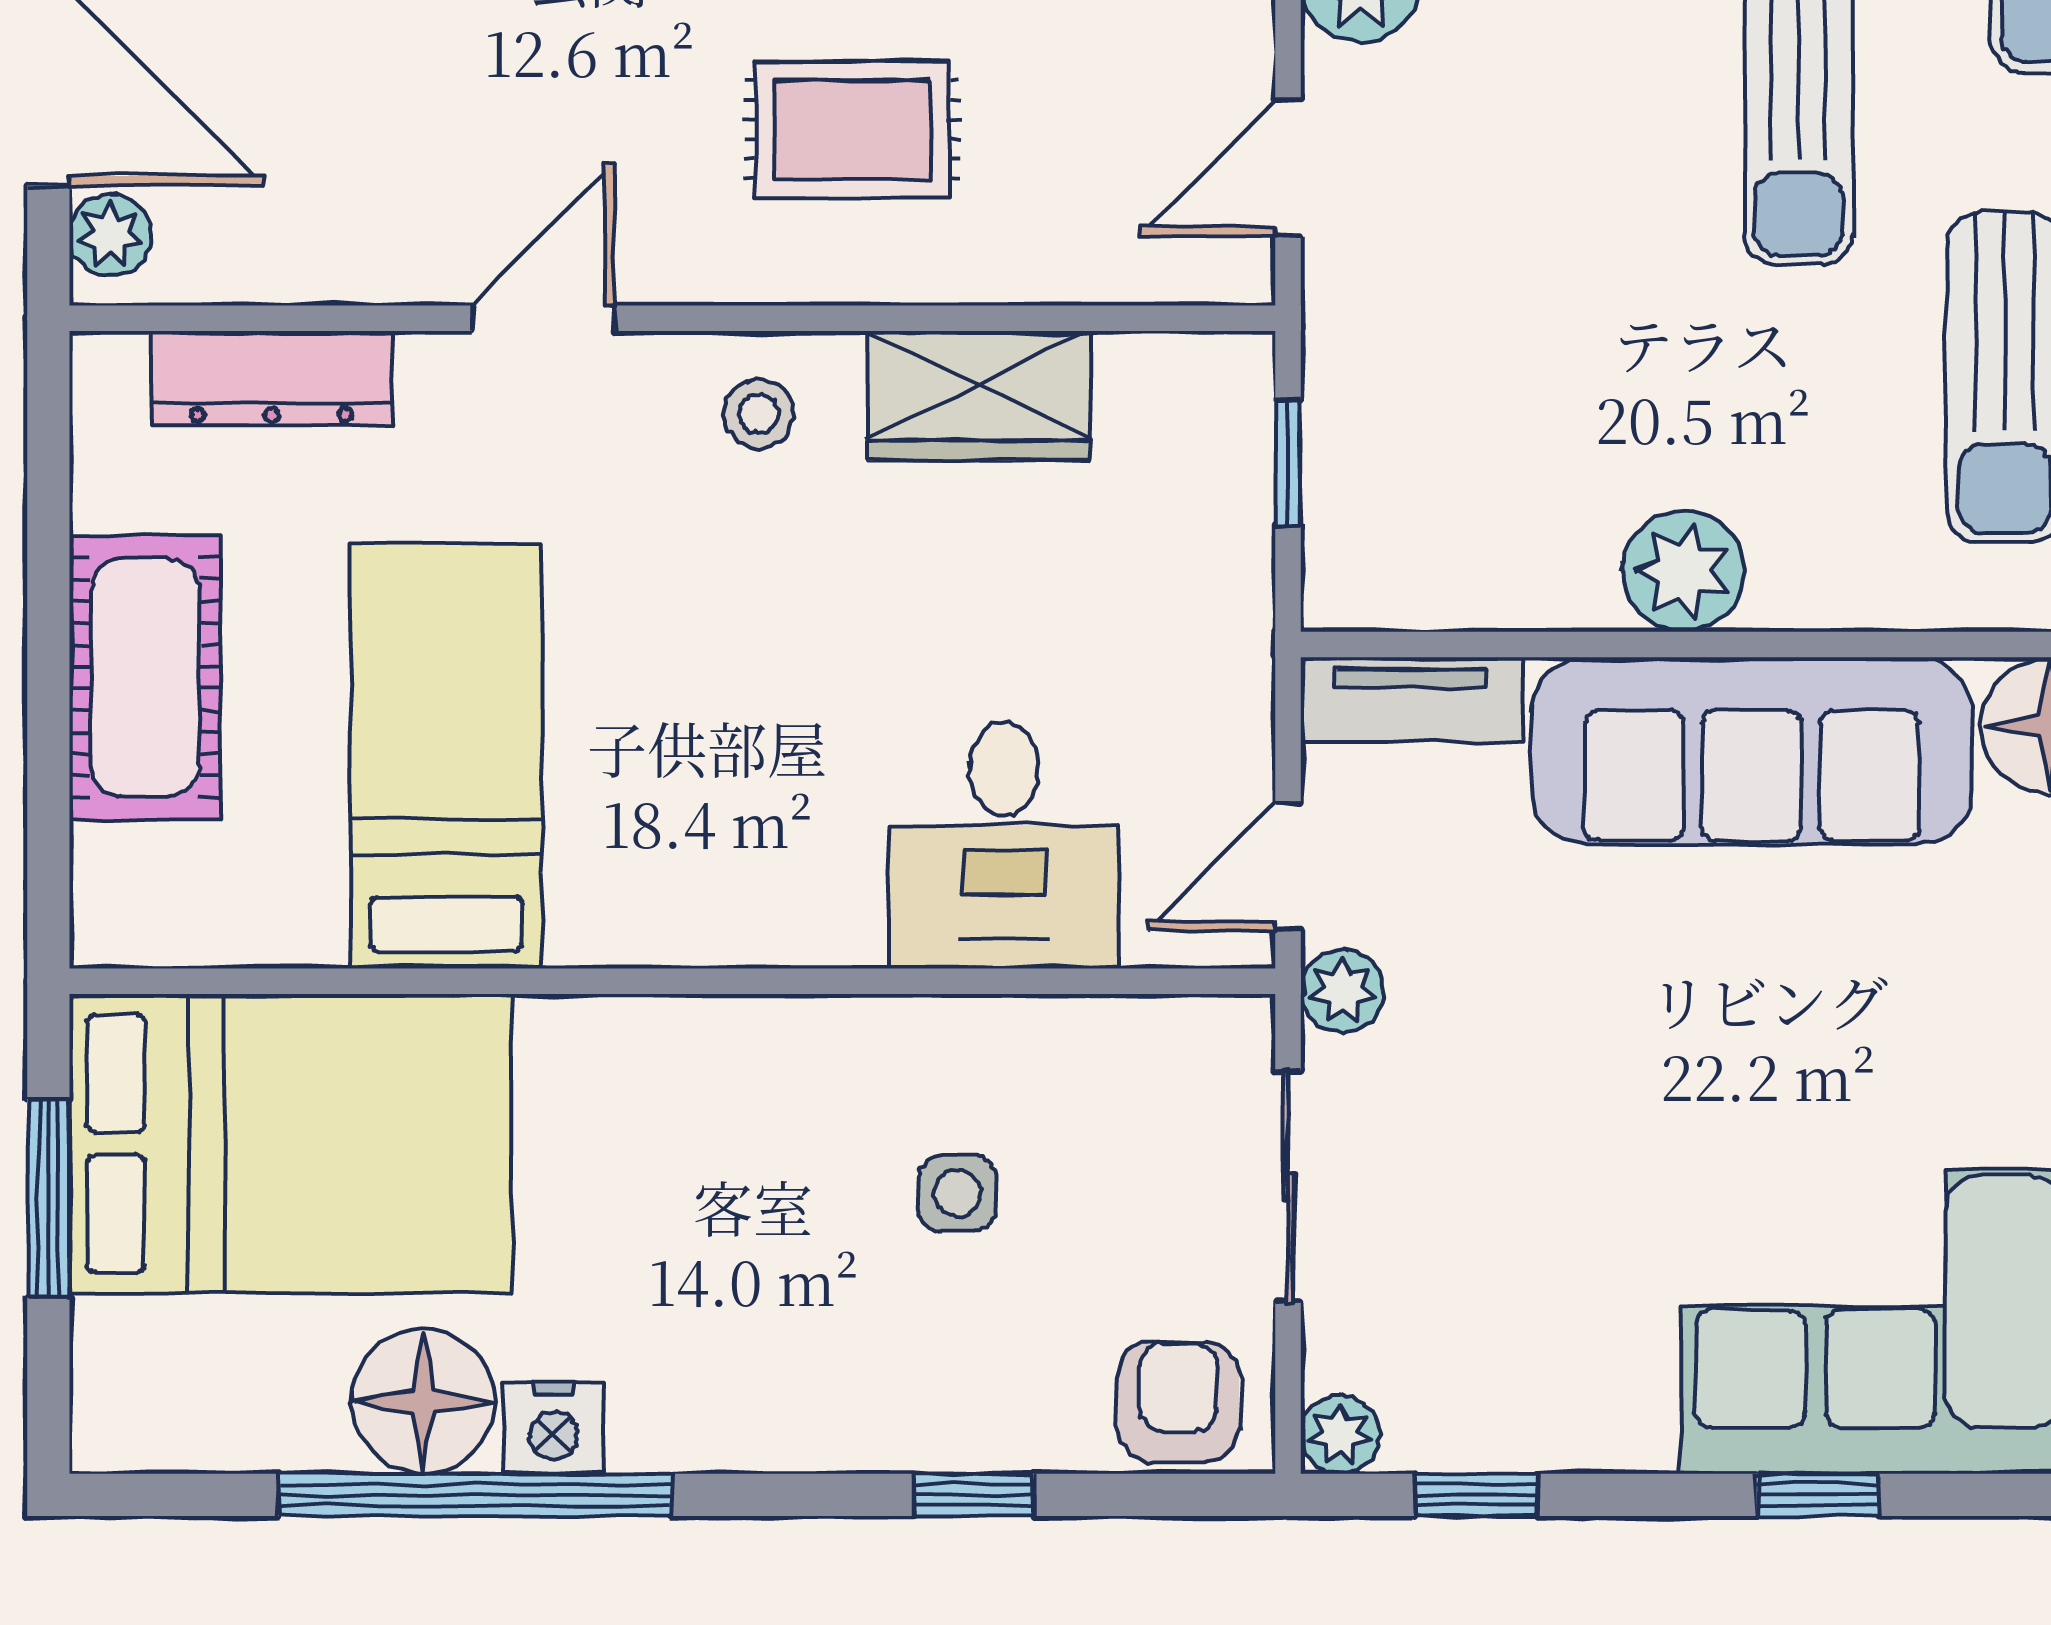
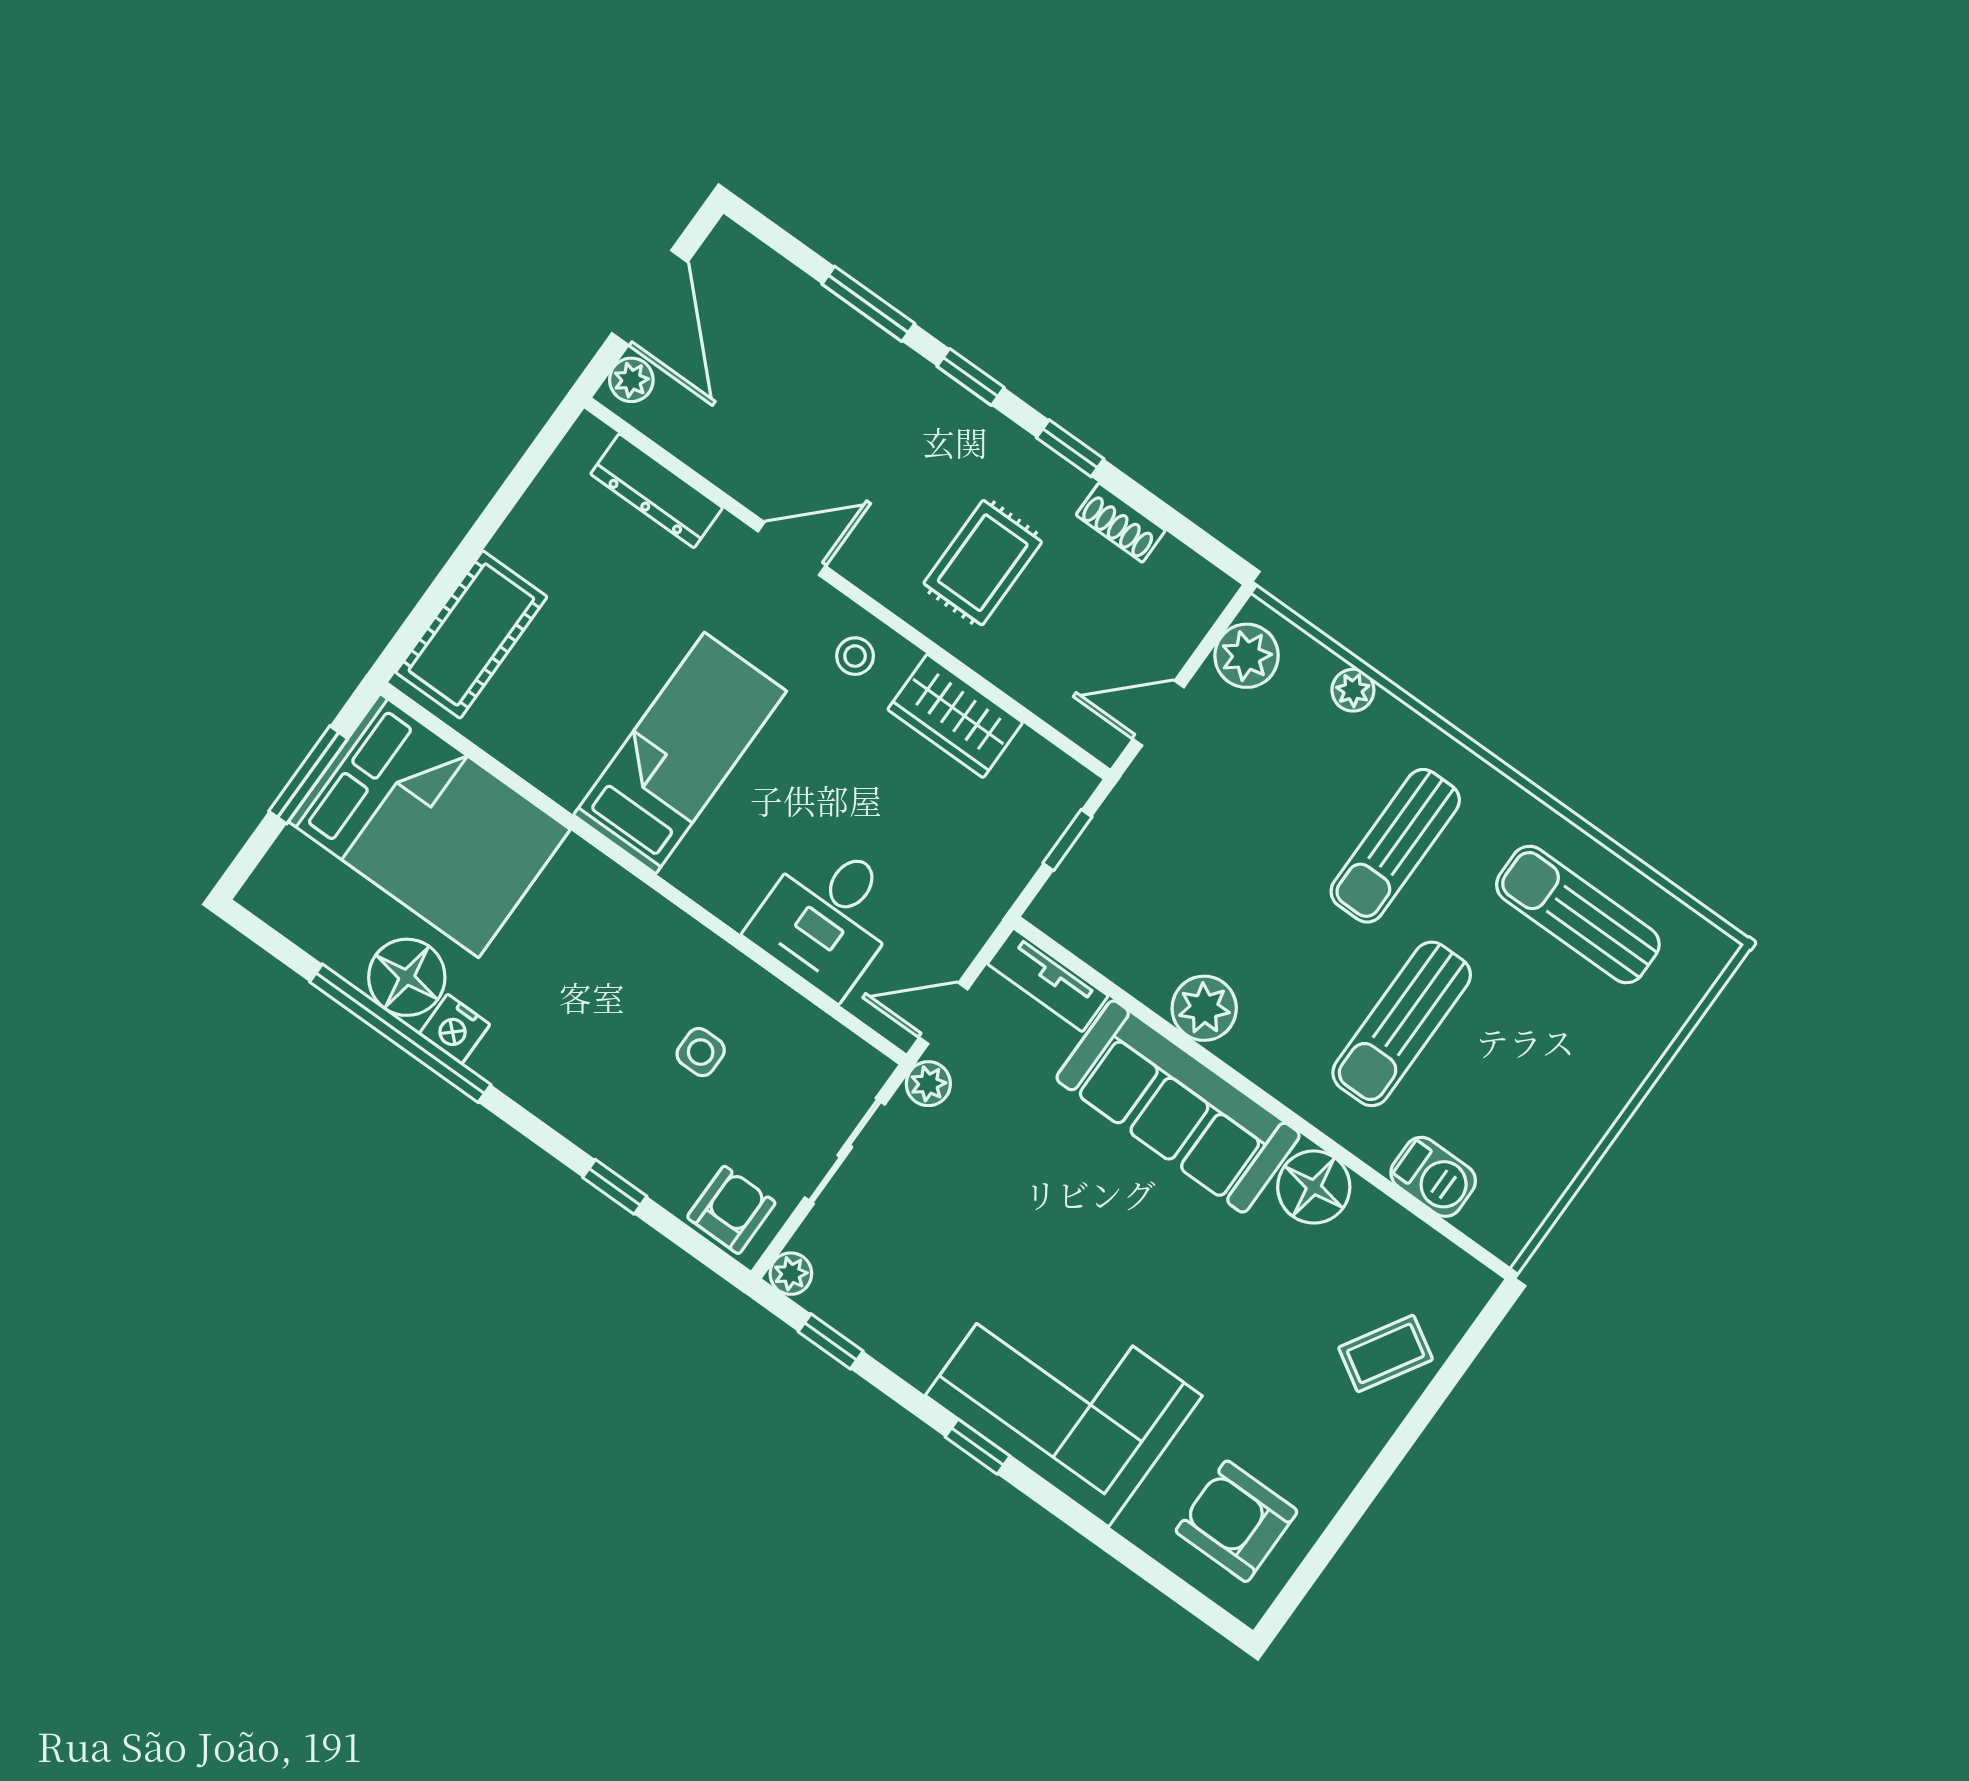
rug: (852, 130) -> (983, 563), turned 90
cot: (145, 678) -> (471, 635), moved
bed: (446, 756) -> (680, 753), moved

